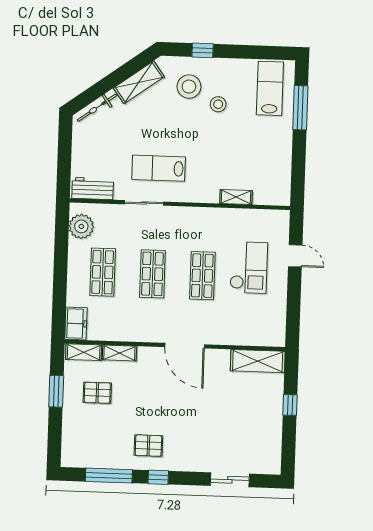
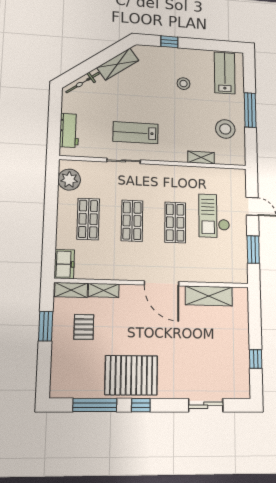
stool: (189, 87) -> (225, 129), moved
window: (300, 108) -> (250, 110), moved
workbench: (93, 189) -> (69, 130), moved, turned 90
checkout: (249, 267) -> (214, 216), turned 180
window: (293, 307) -> (253, 249), added
shelving: (258, 361) -> (209, 296), moved
pallet: (97, 393) -> (84, 327), turned 90
window: (290, 405) -> (256, 359), moved
pallet: (148, 446) -> (131, 375), width x2.05, depth x2.00

